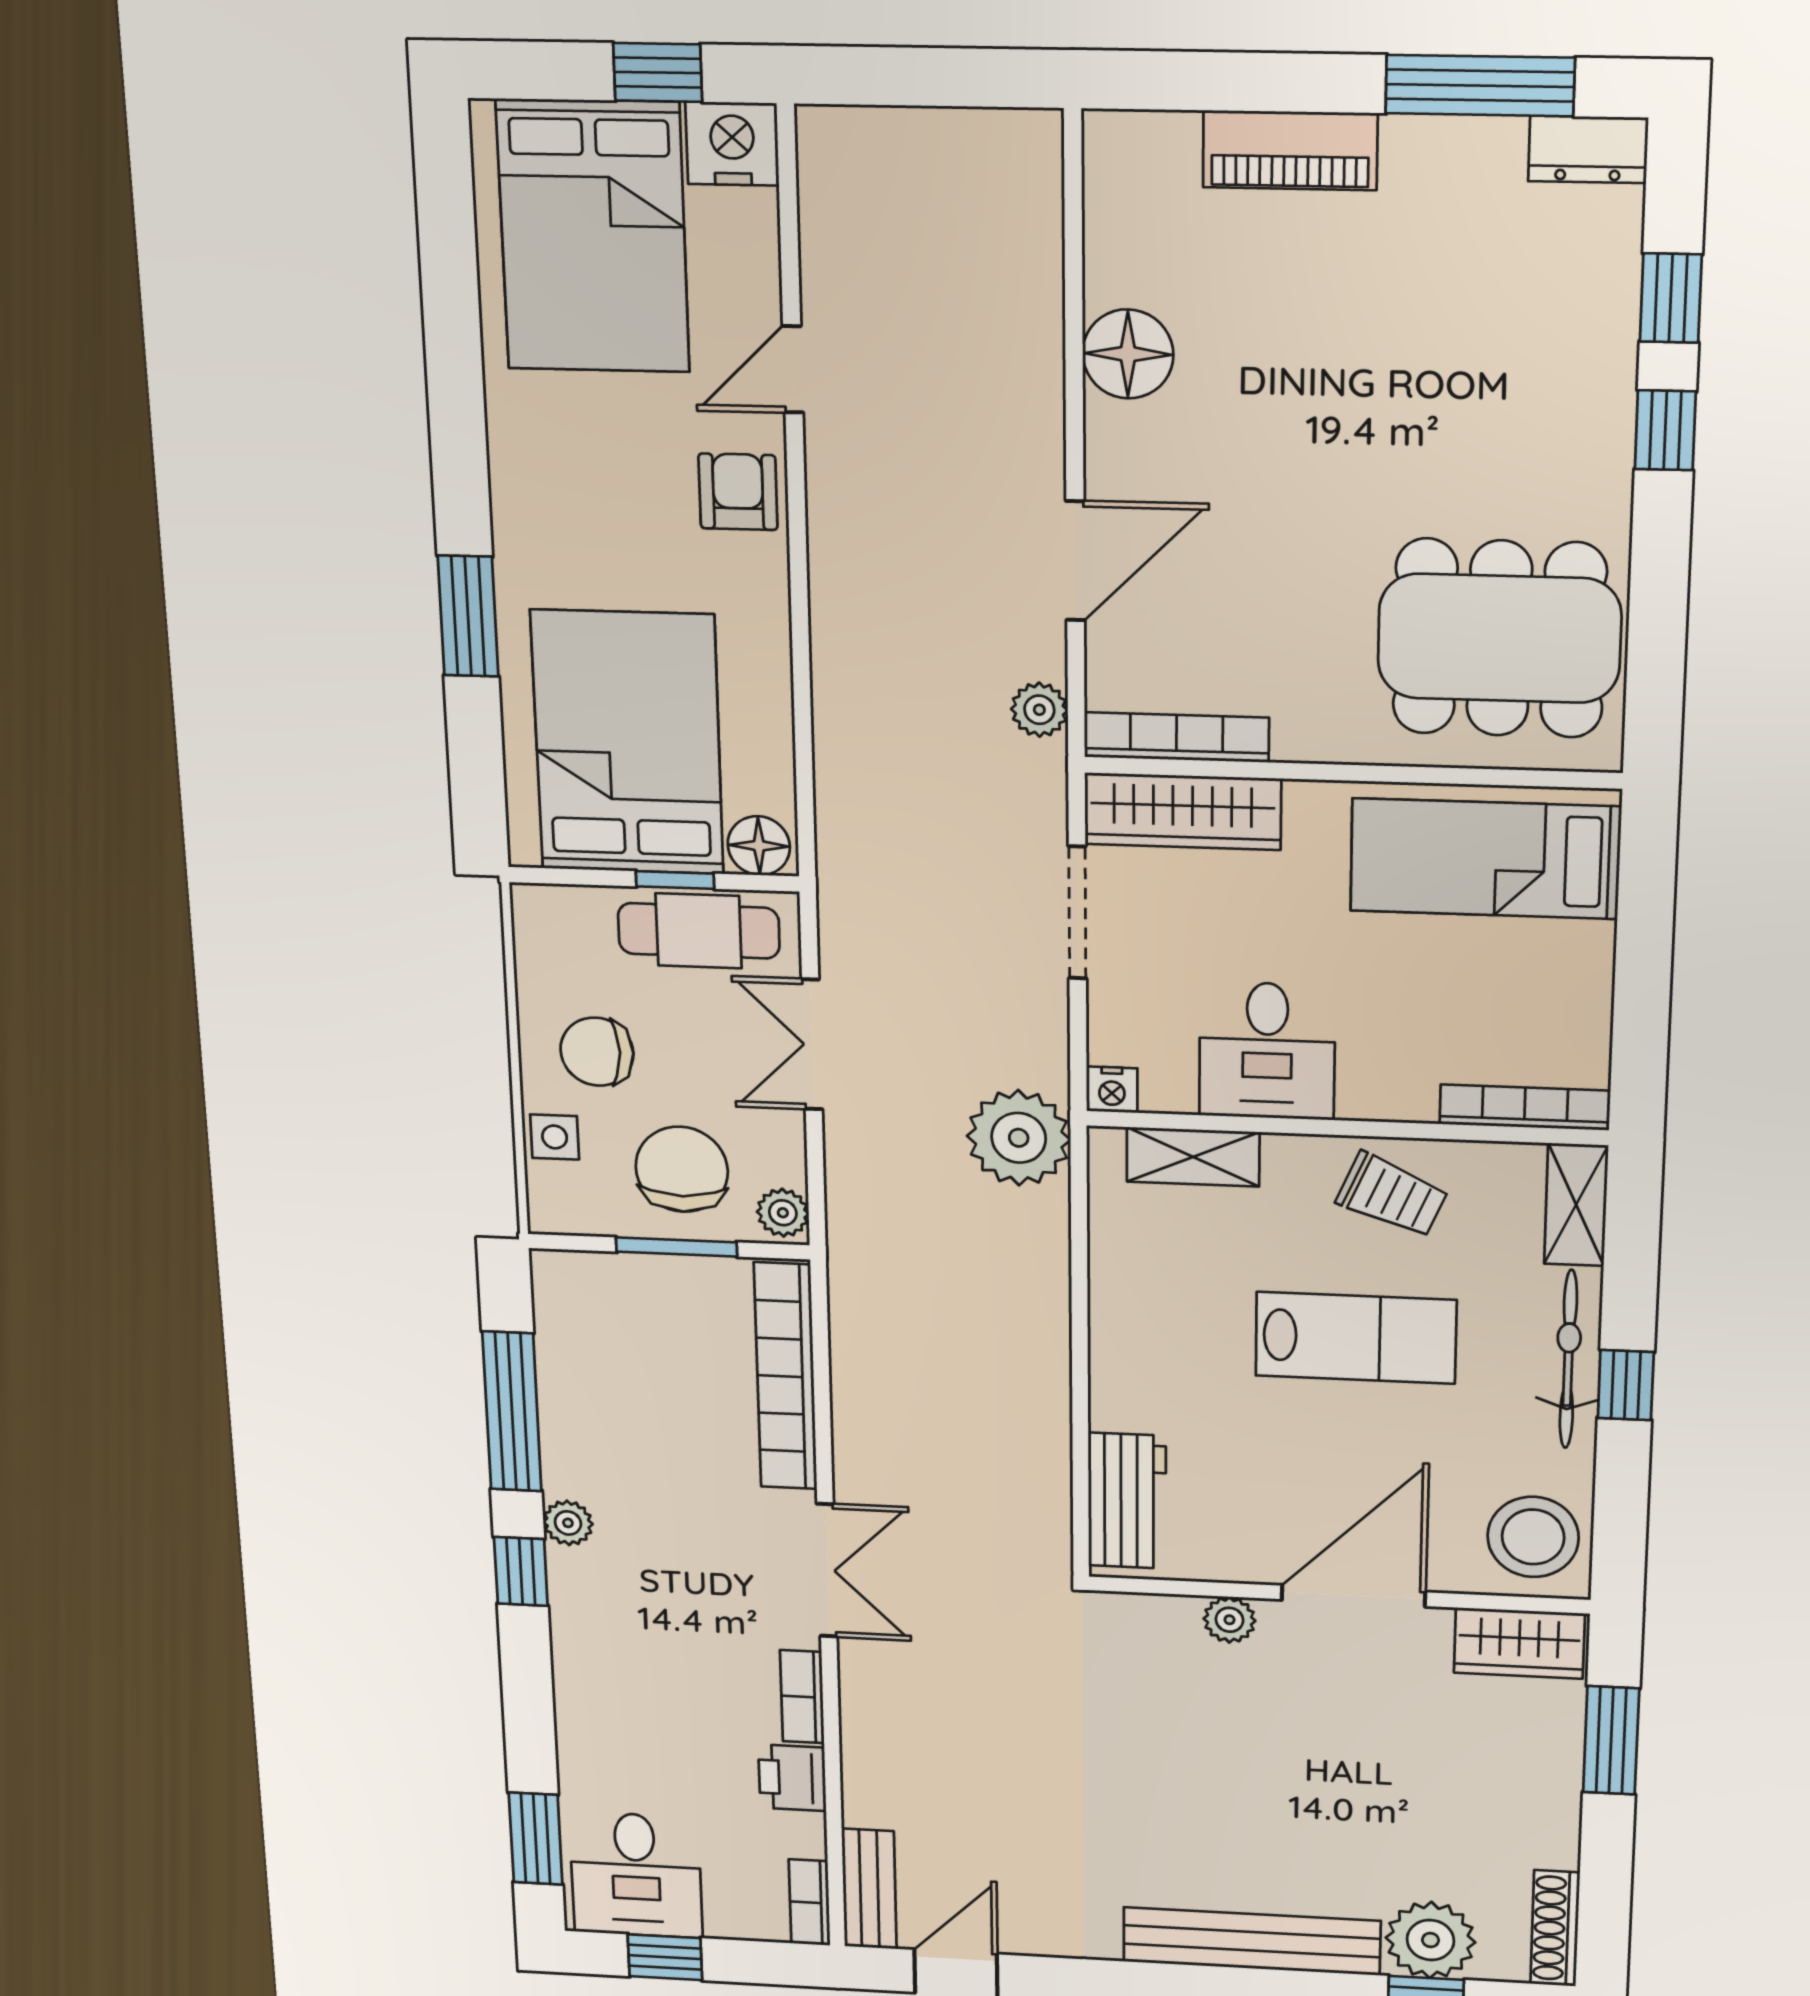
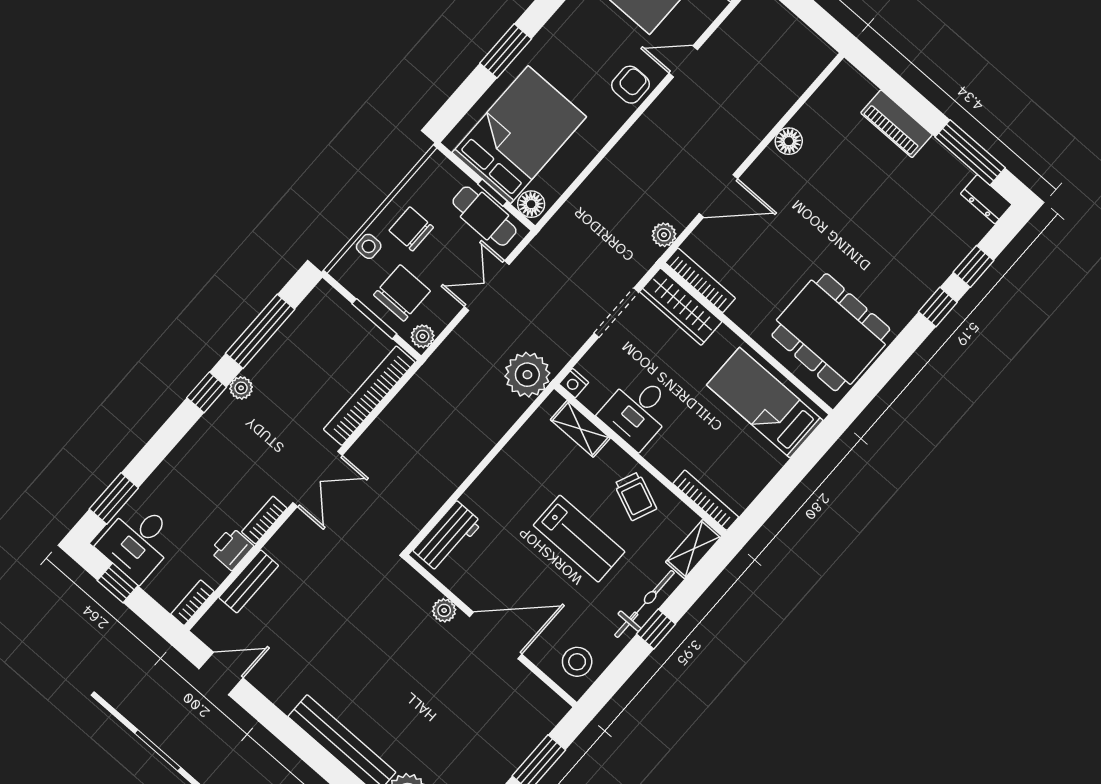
floor lamp: (1128, 354) -> (789, 141), width x0.73, depth x0.73
stool: (1533, 1537) -> (577, 662), width x0.73, depth x0.73
wardrobe: (1519, 1643) -> (538, 699), removed
bench: (869, 1889) -> (249, 581), moved

